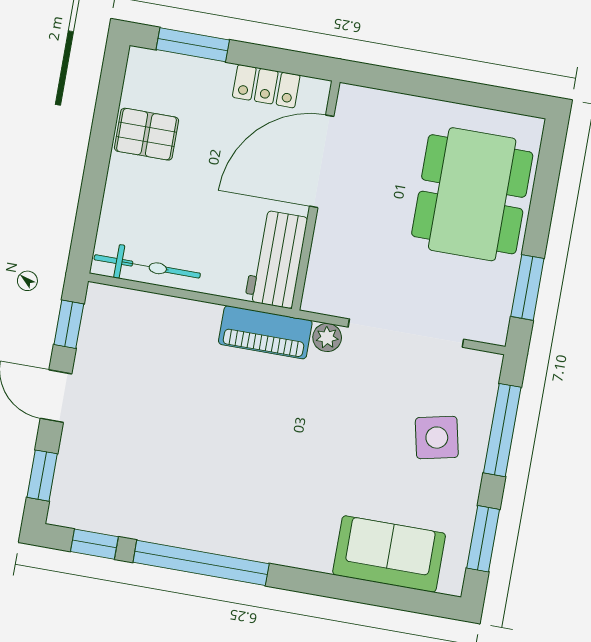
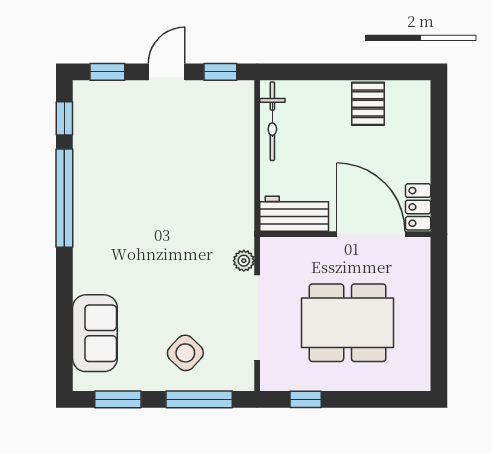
window: (193, 45) -> (439, 126), removed
locker: (266, 86) -> (418, 207), moved
dining table: (472, 194) -> (348, 323), moved
window: (527, 287) -> (306, 399), width x0.67
piano: (265, 332) -> (240, 215), removed
side table: (437, 438) -> (185, 353), turned -35

